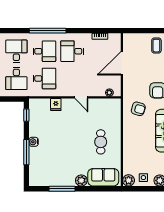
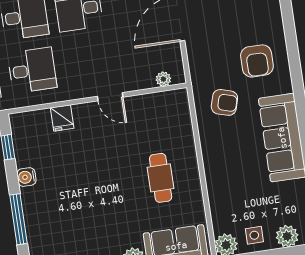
water cooler: (34, 142) -> (26, 177), moved

